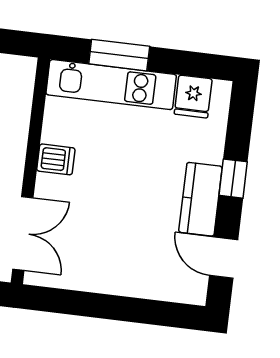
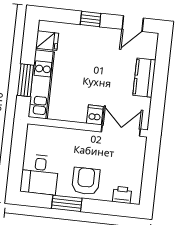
dishwasher: (56, 159) -> (95, 115), moved
kitchen counter: (200, 199) -> (144, 78), moved, turned 90

